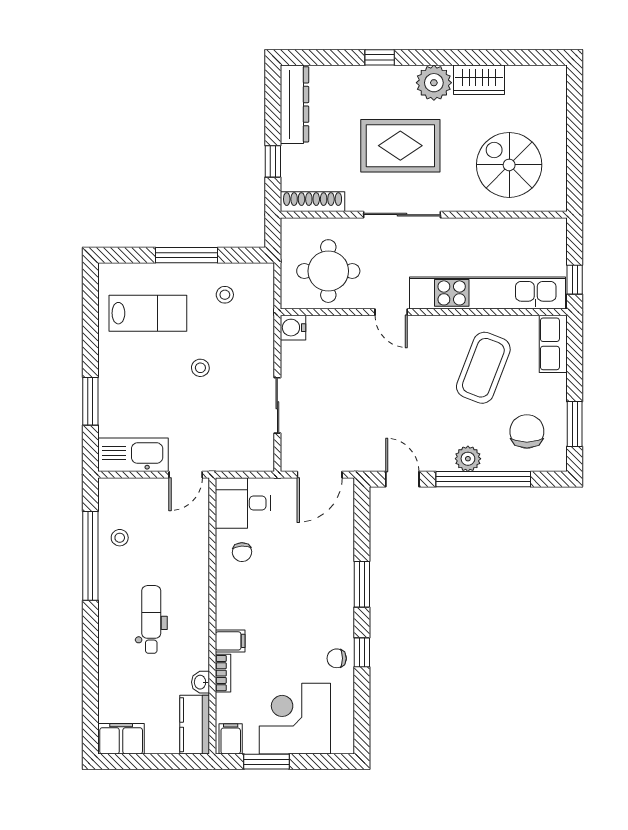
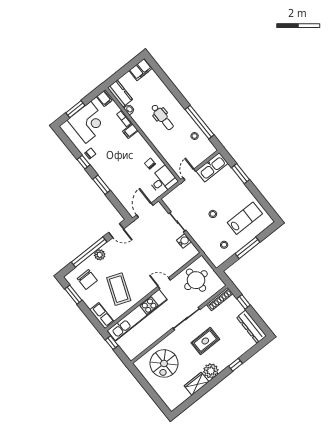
rug: (400, 146) -> (205, 341), width x0.73, depth x0.70
spiral stairs: (509, 165) -> (164, 363), turned 90
lab bench: (148, 313) -> (245, 218), turned 180
water cooler: (293, 328) -> (184, 241), moved
window: (266, 762) -> (75, 109), moved

